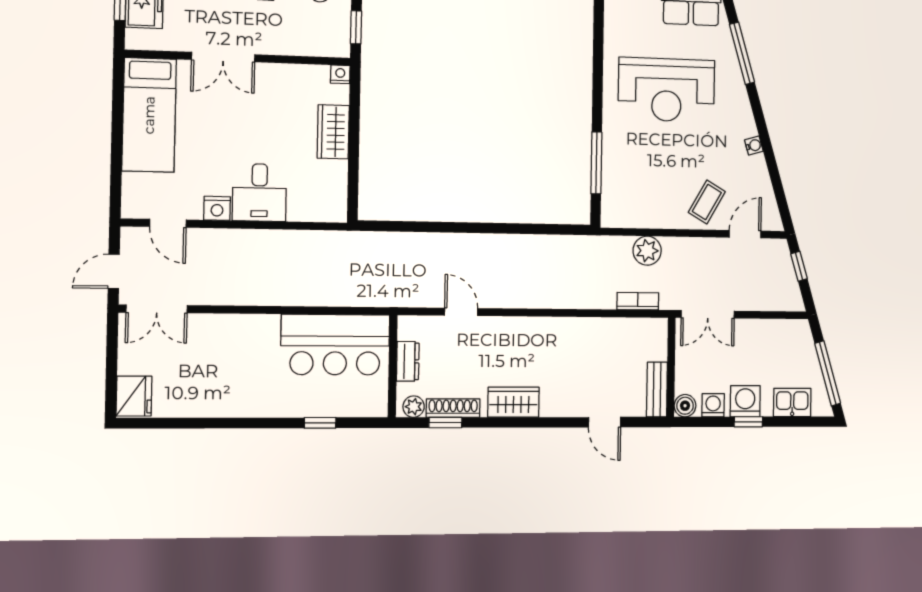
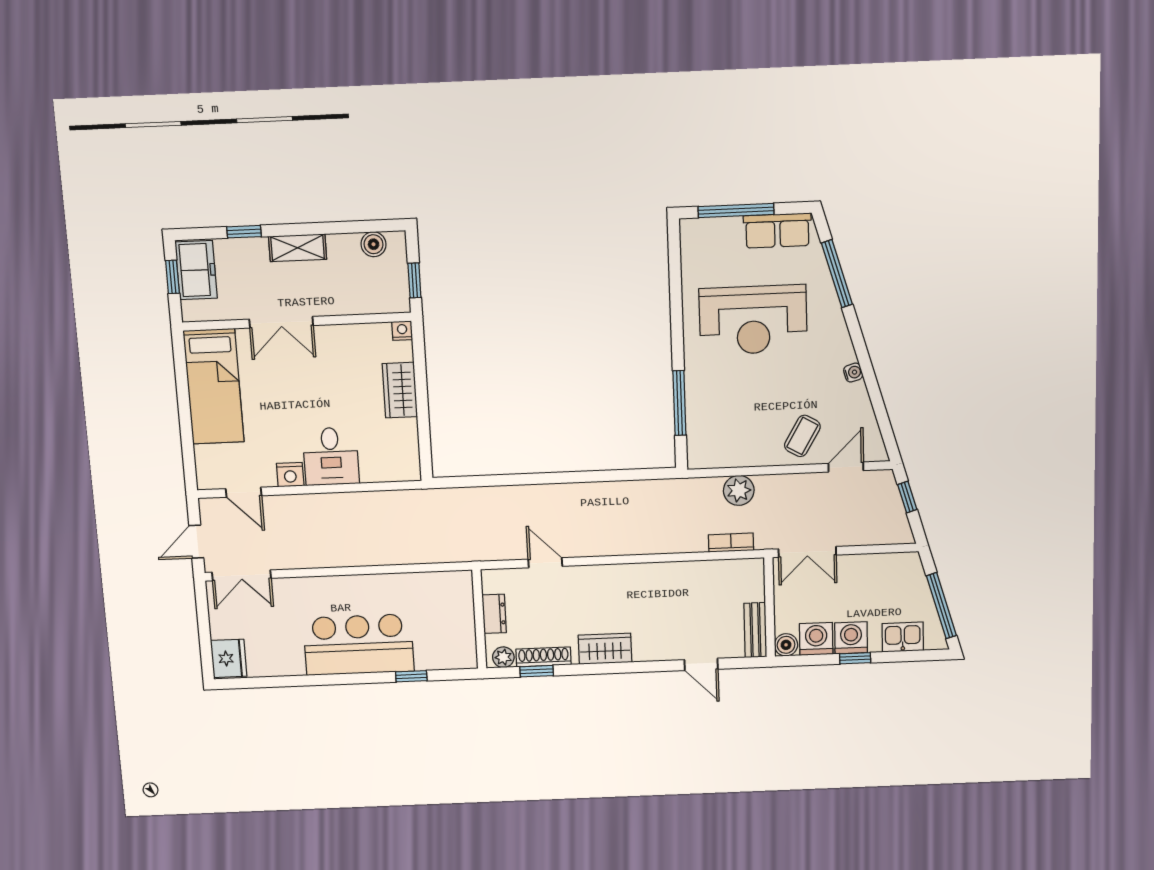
bar counter: (335, 345) -> (358, 645), moved, turned 180
washing machine: (713, 405) -> (816, 639), width x1.38, depth x1.38

